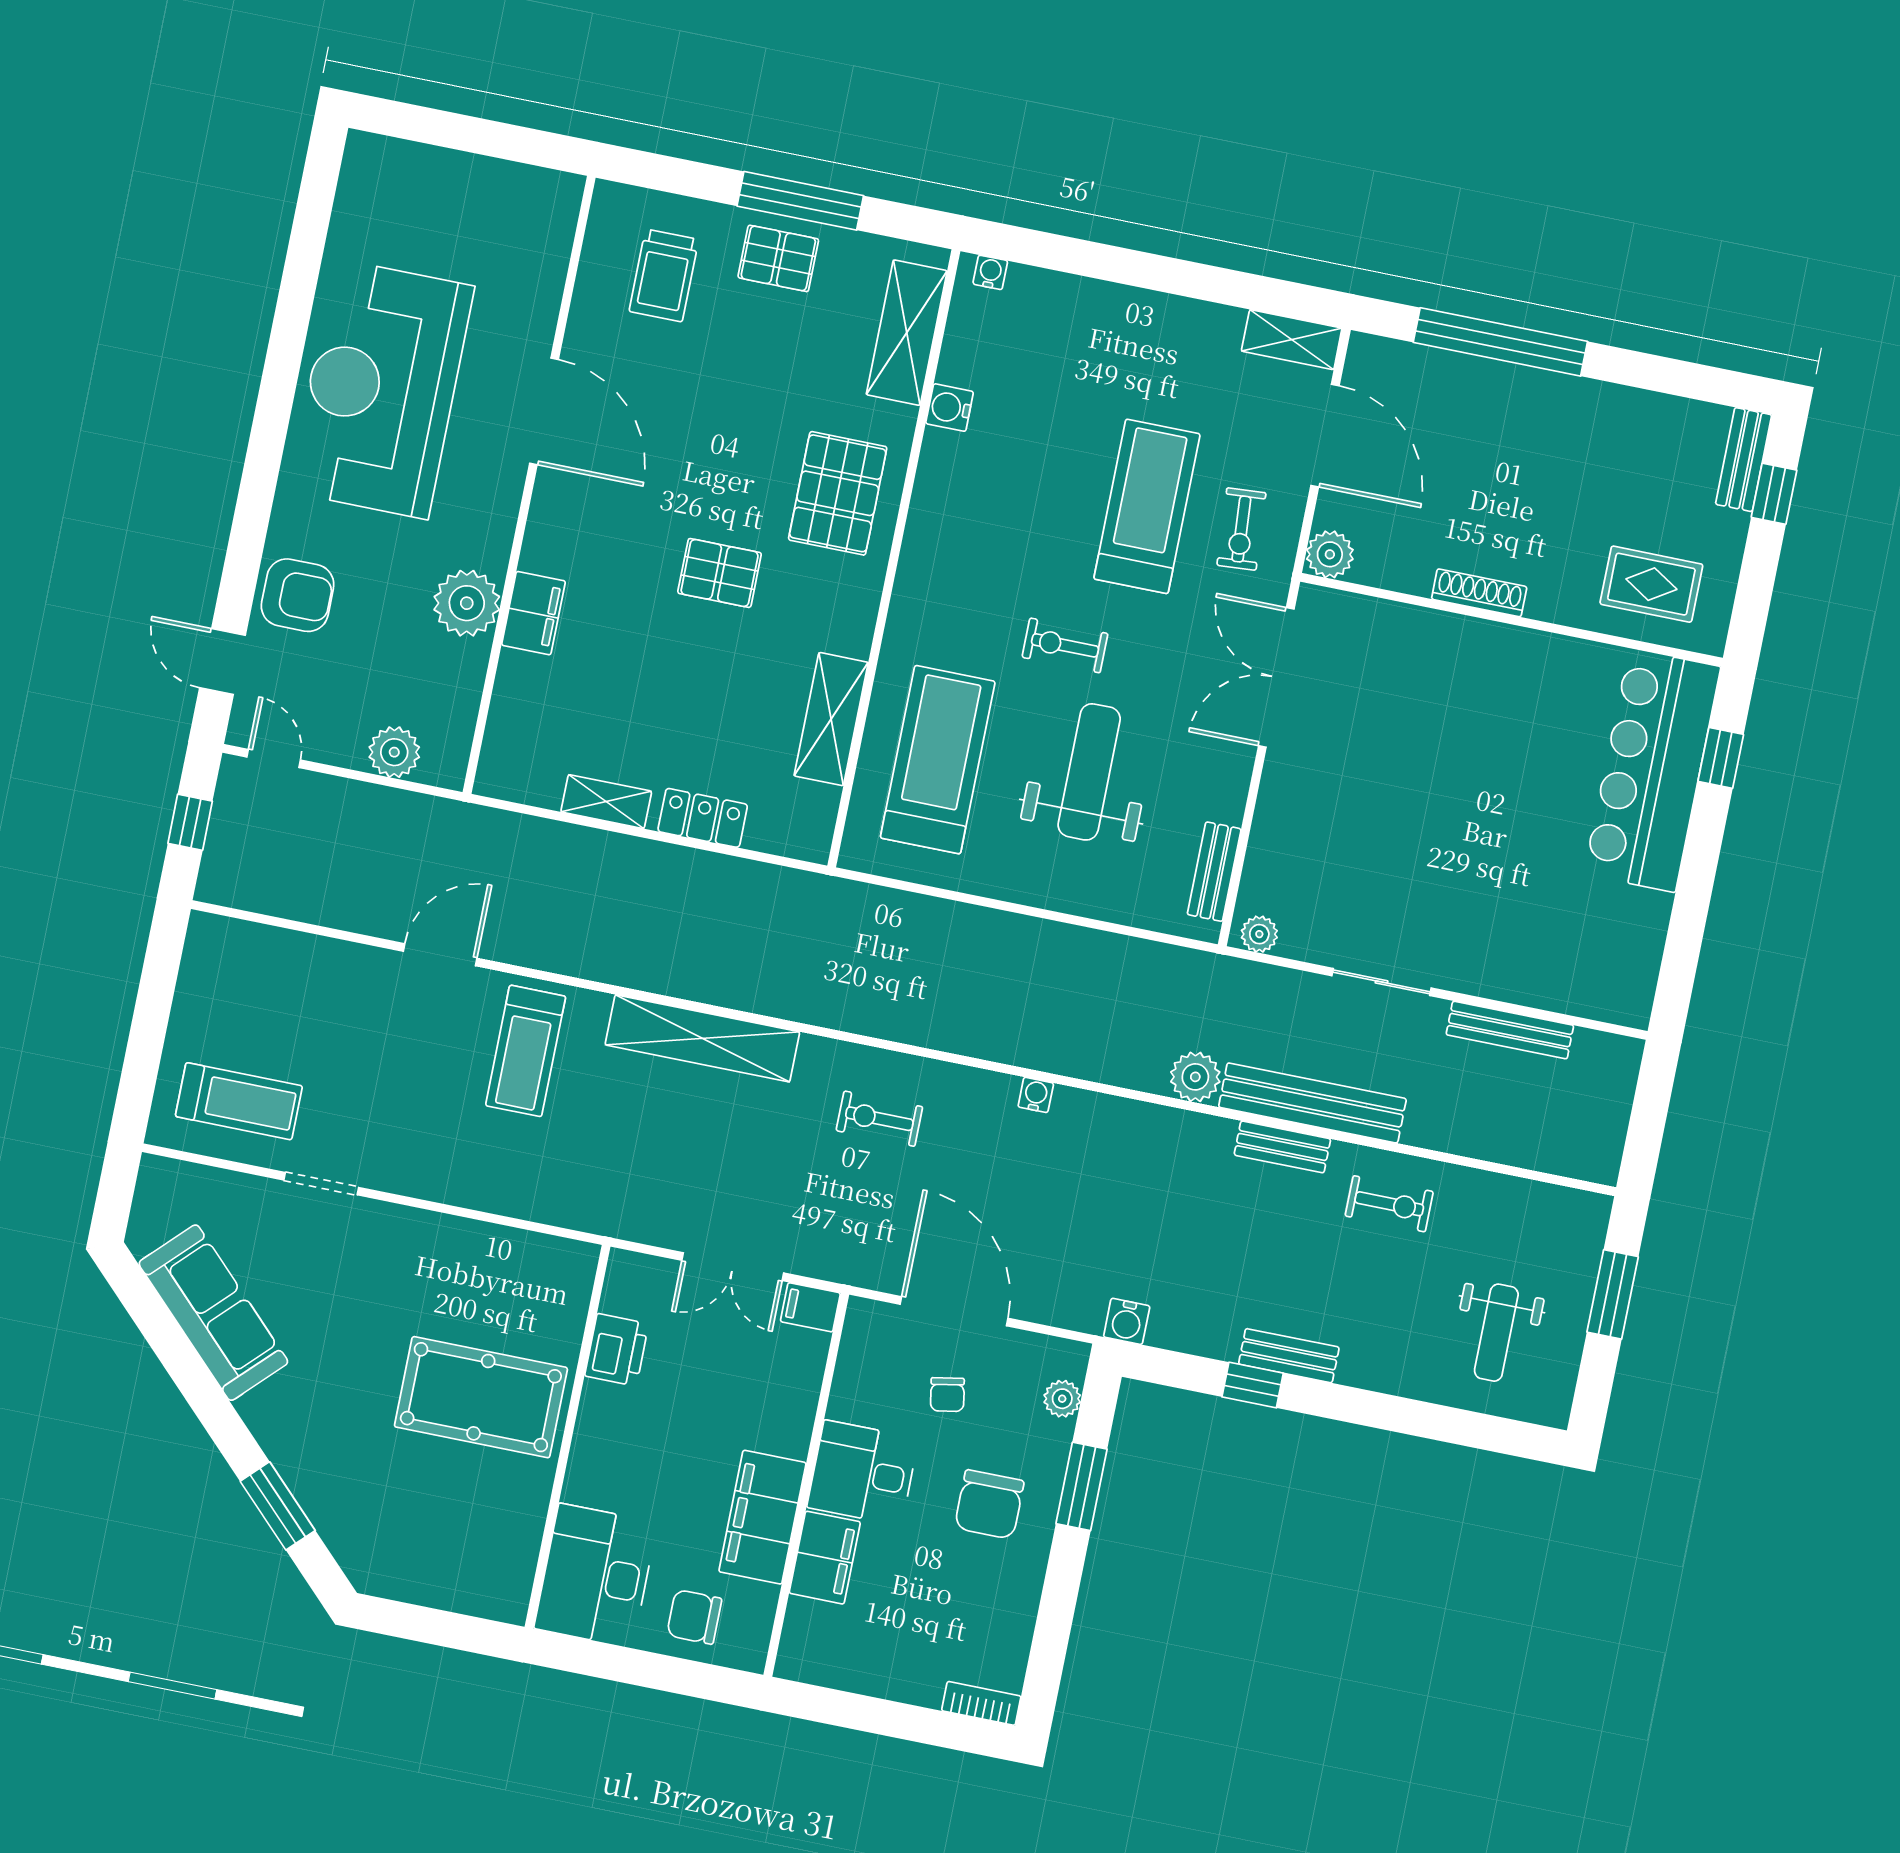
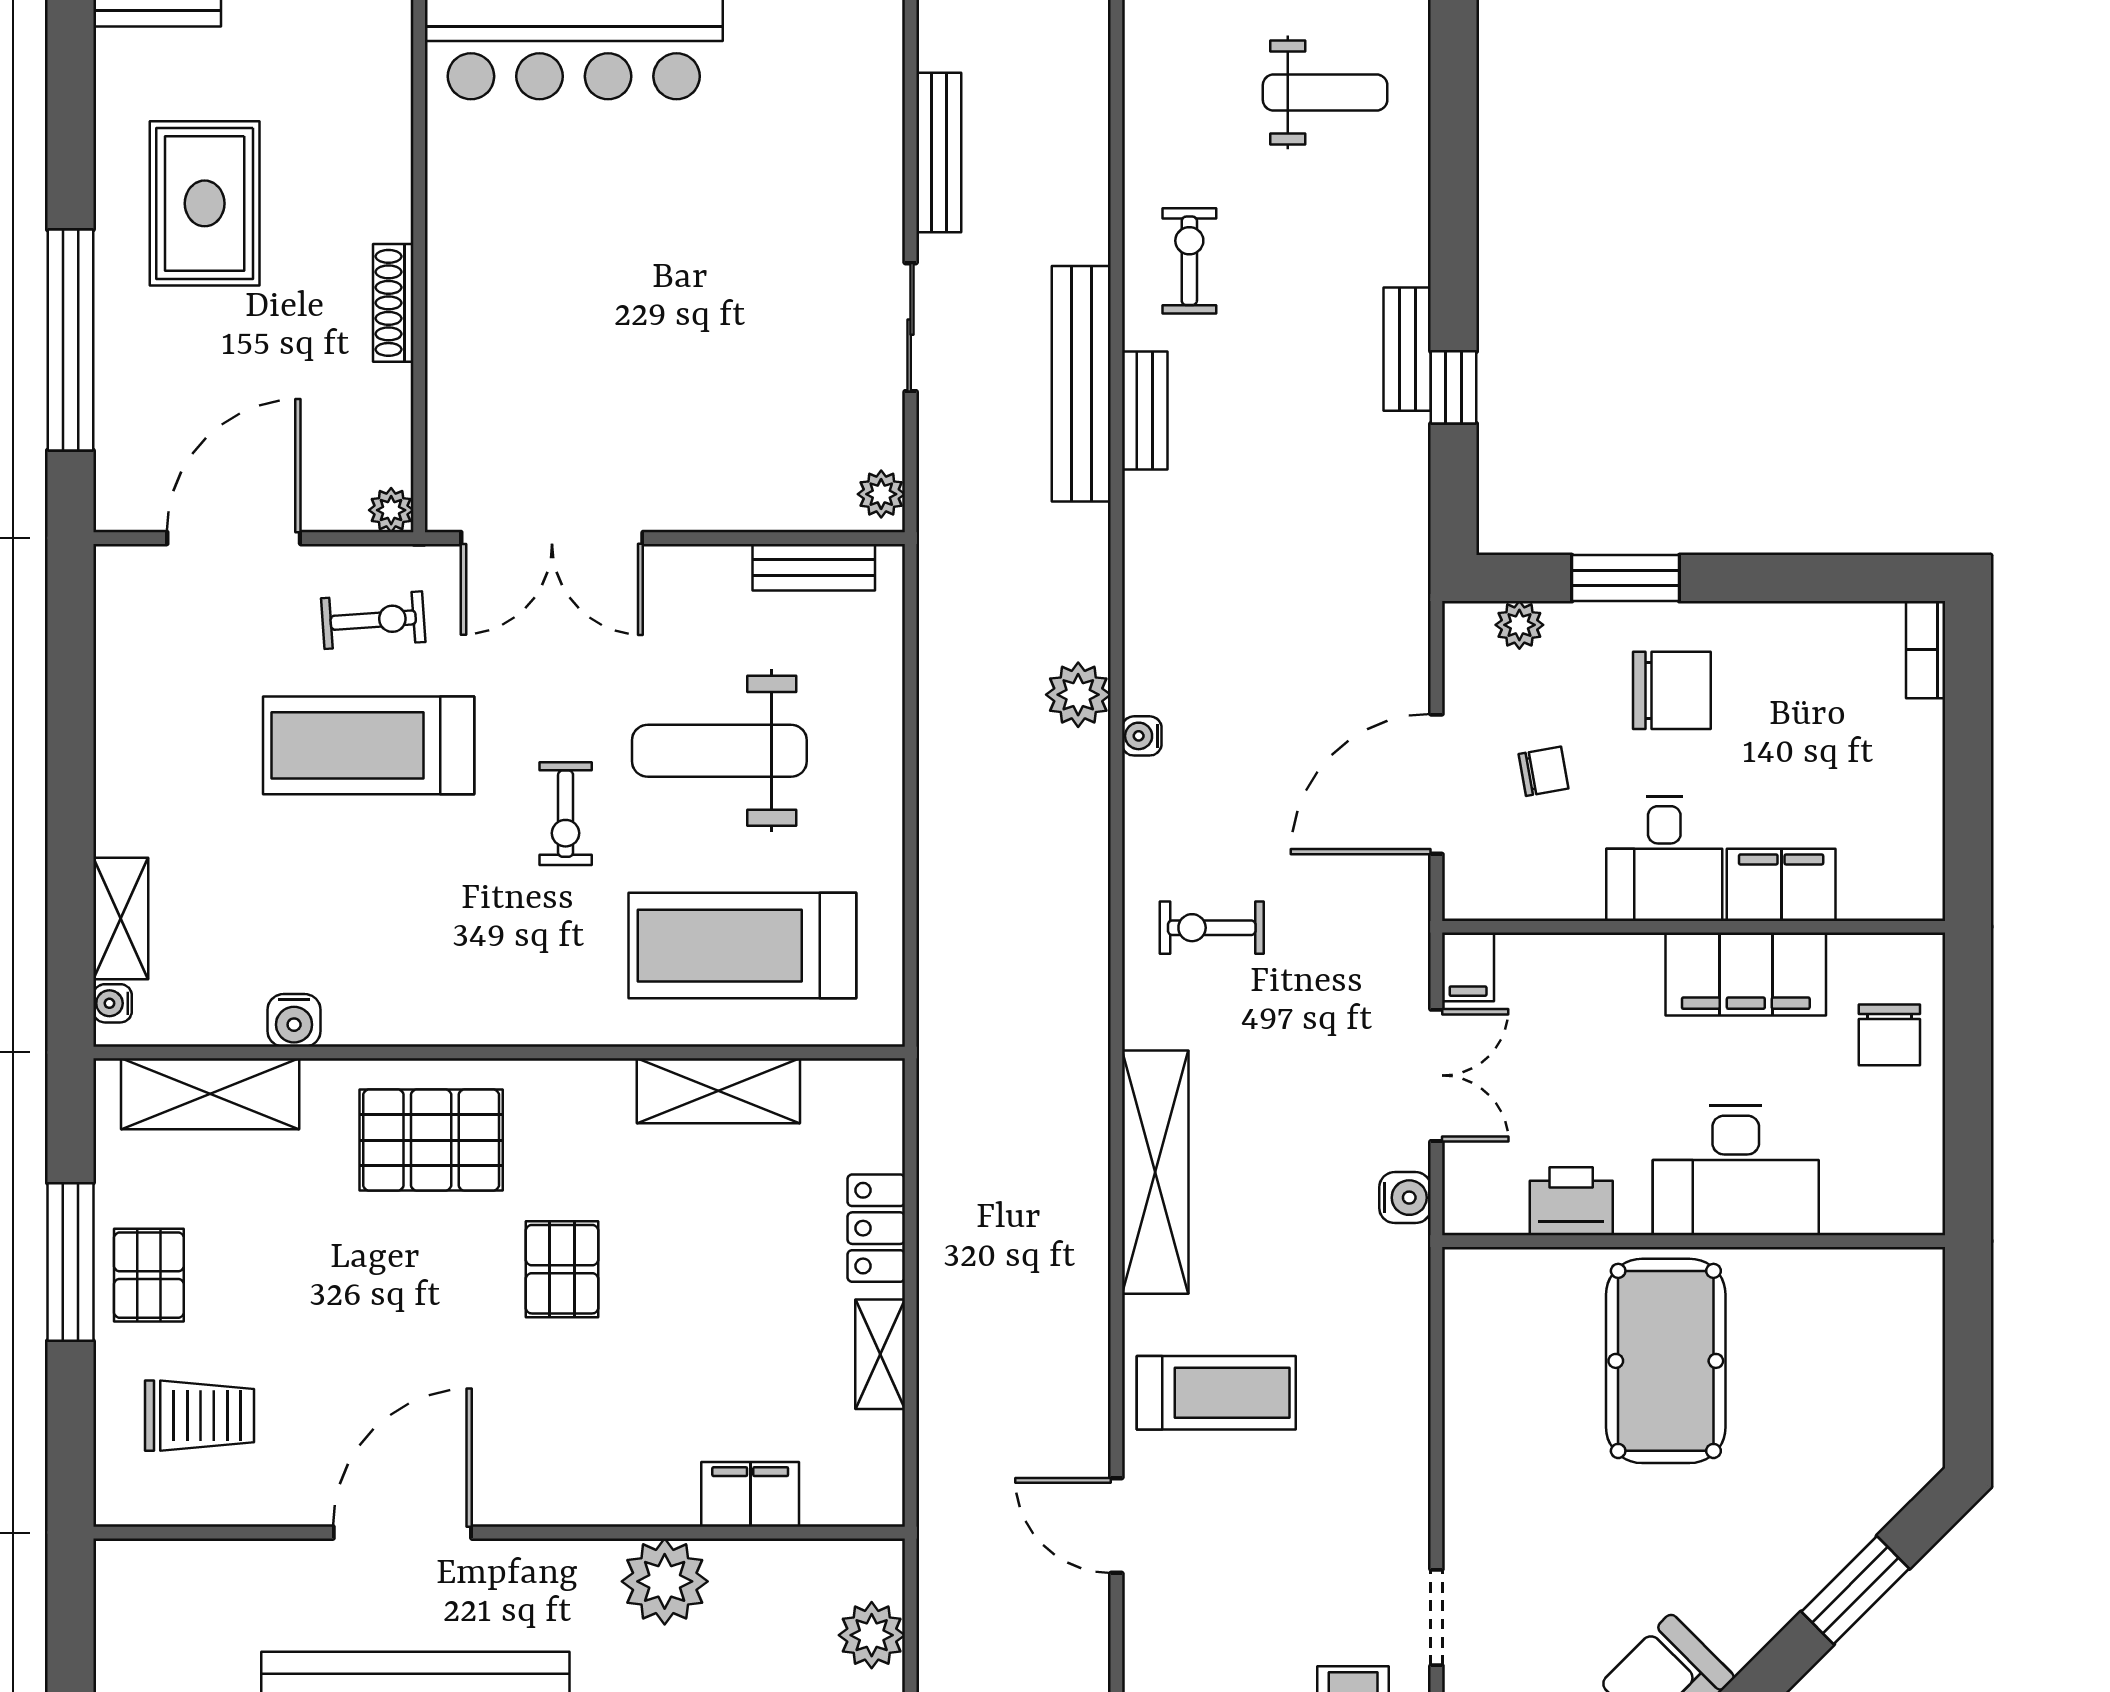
shelving: (1292, 340) -> (121, 919), moved
plant: (1330, 554) -> (391, 510), width x0.73, depth x0.73
rug: (1651, 584) -> (205, 203), moved, width x1.36, depth x1.43
filing cabinet: (534, 613) -> (750, 1494), moved
plant: (1195, 1077) -> (1078, 695), moved
exercise bike: (879, 1119) -> (1212, 928), turned 90
water cooler: (1127, 1321) -> (1405, 1198), moved
desk: (596, 1576) -> (1736, 1170), moved

